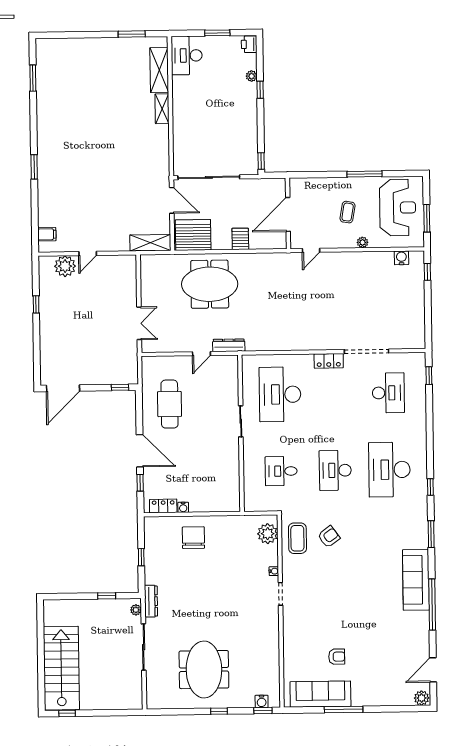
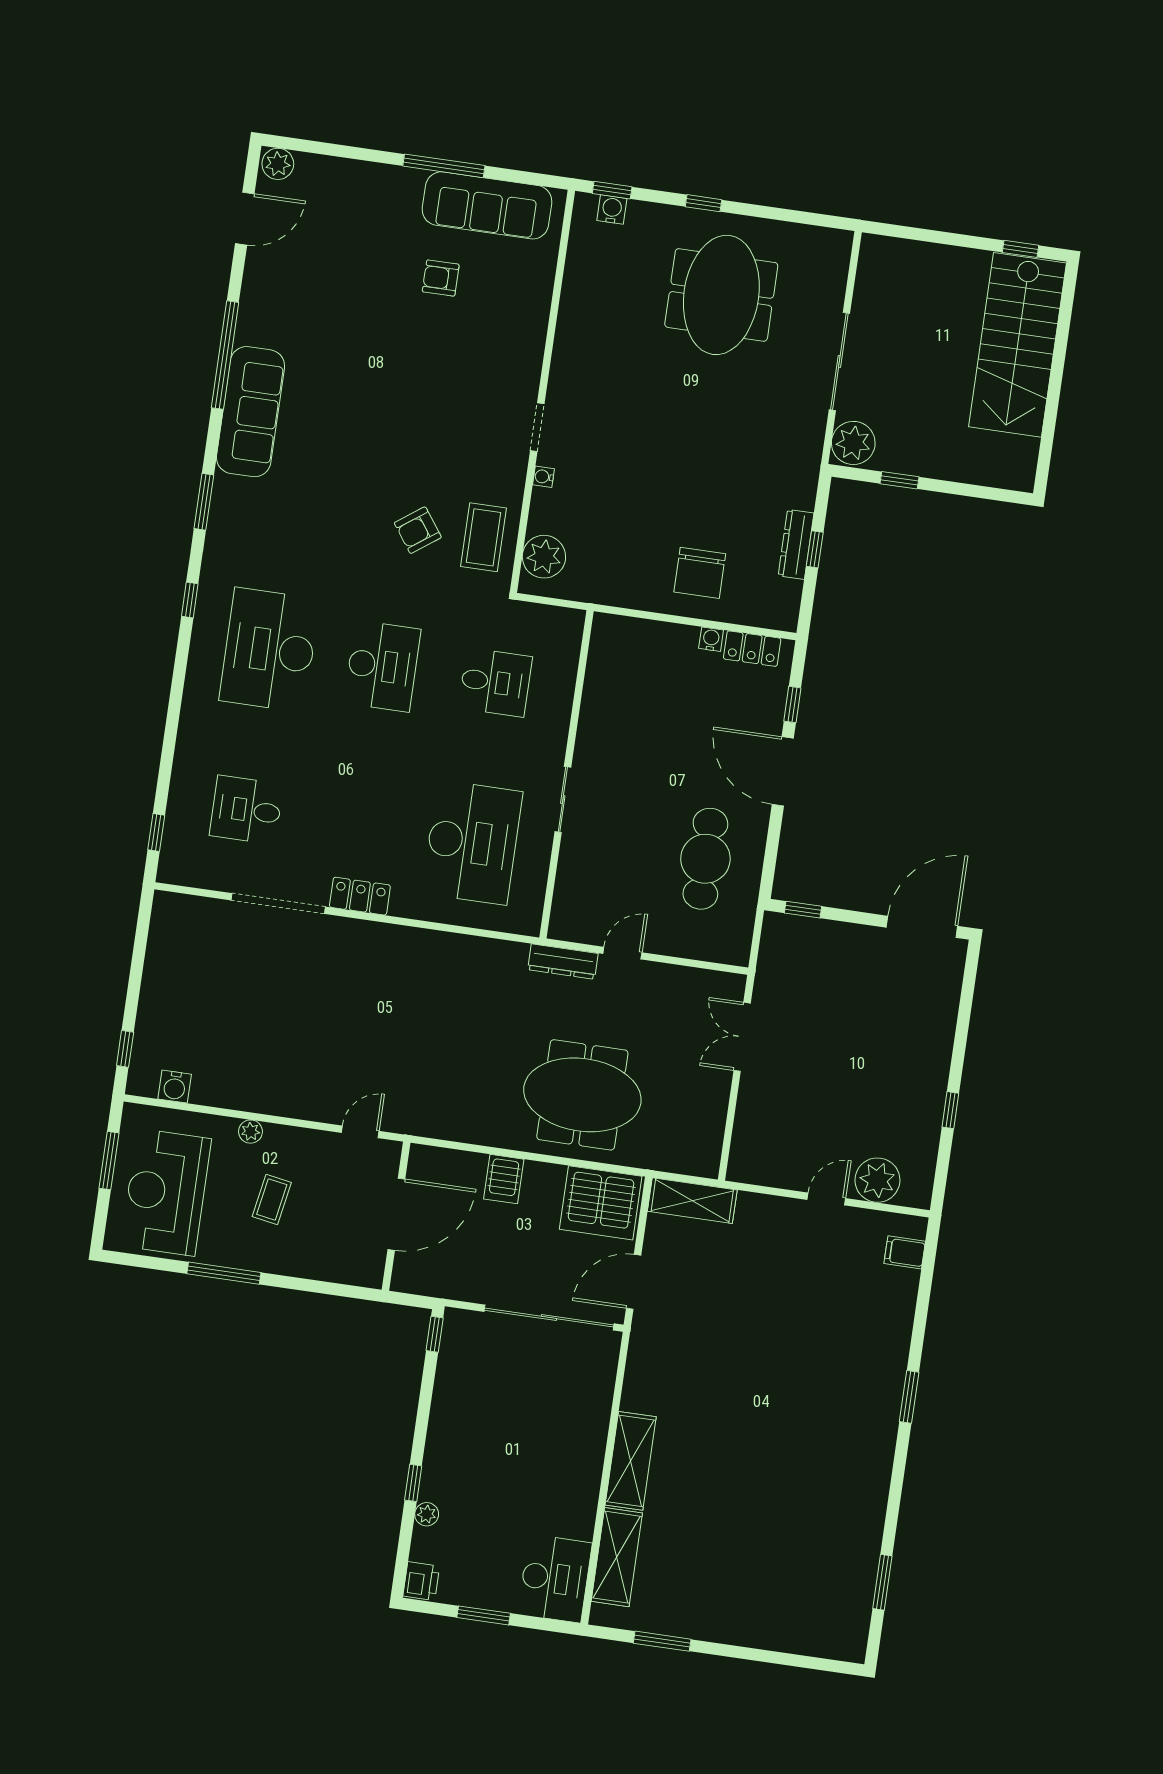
shelving: (162, 109) -> (631, 1461), width x1.50, depth x1.33
door: (172, 200) -> (634, 1282), hinge flipped
desk: (388, 393) -> (246, 810), width x0.73
desk: (389, 470) -> (269, 650), turned 180
dresser: (151, 601) -> (796, 544), moved
plant: (136, 610) -> (853, 443), width x1.87, depth x1.87

